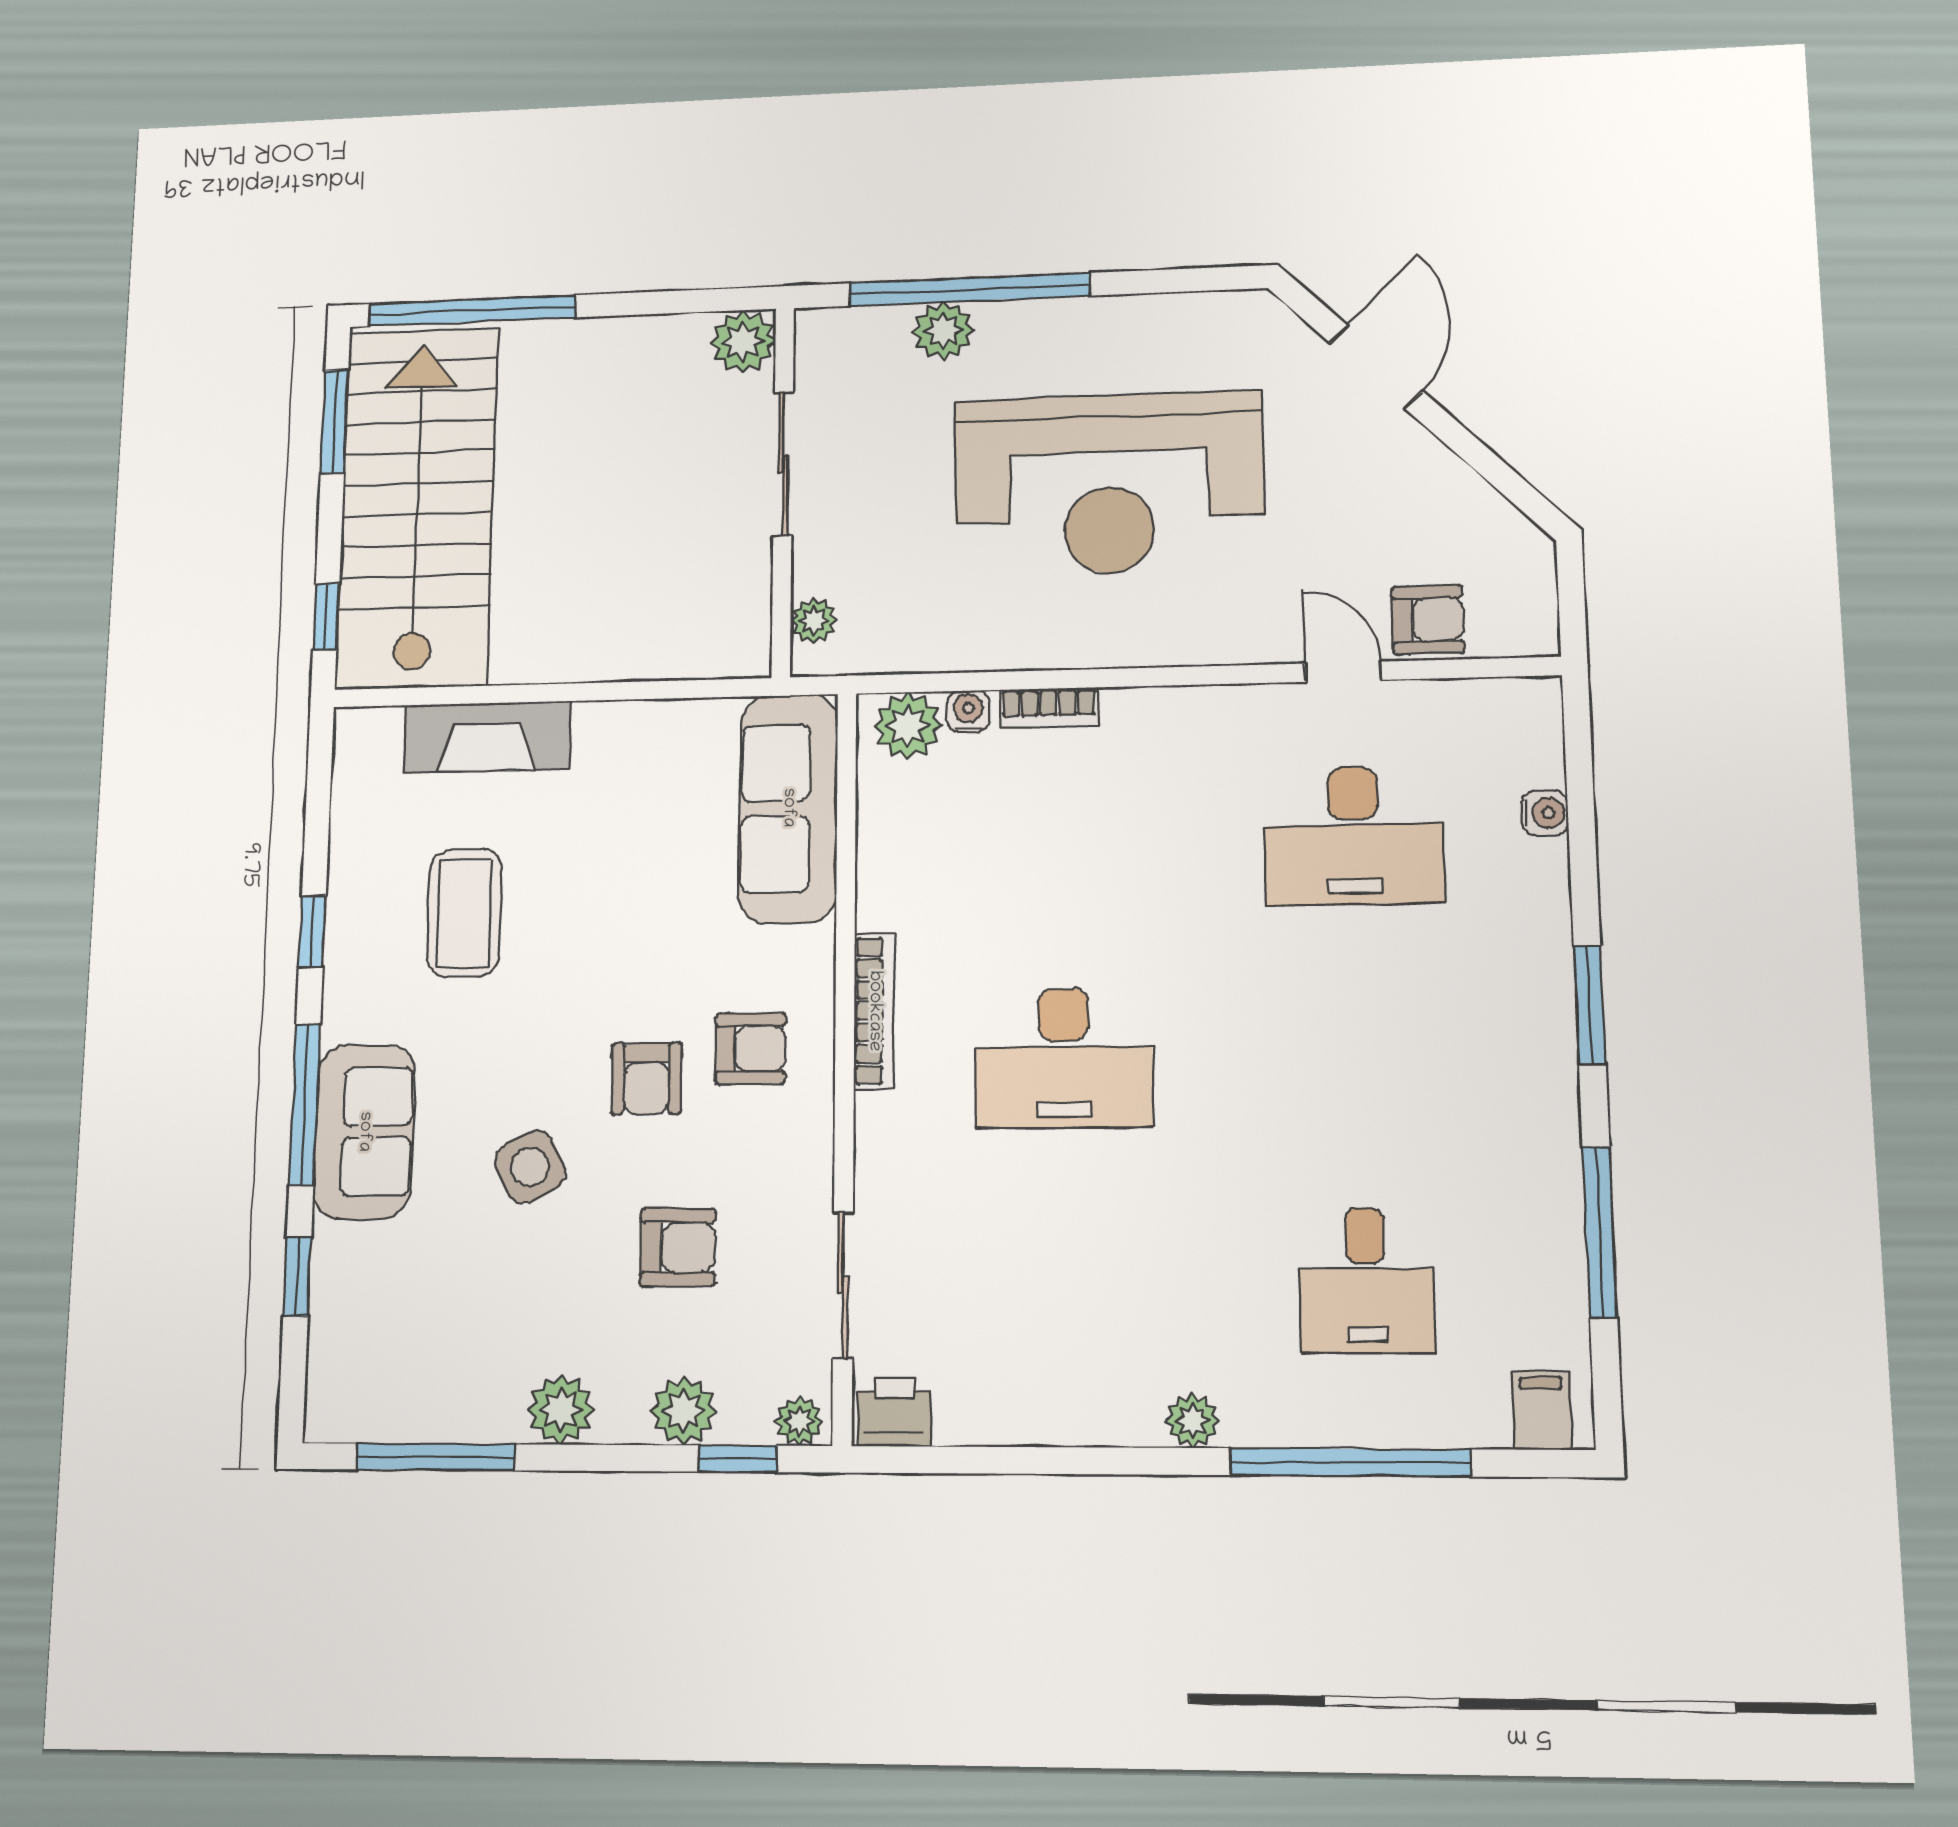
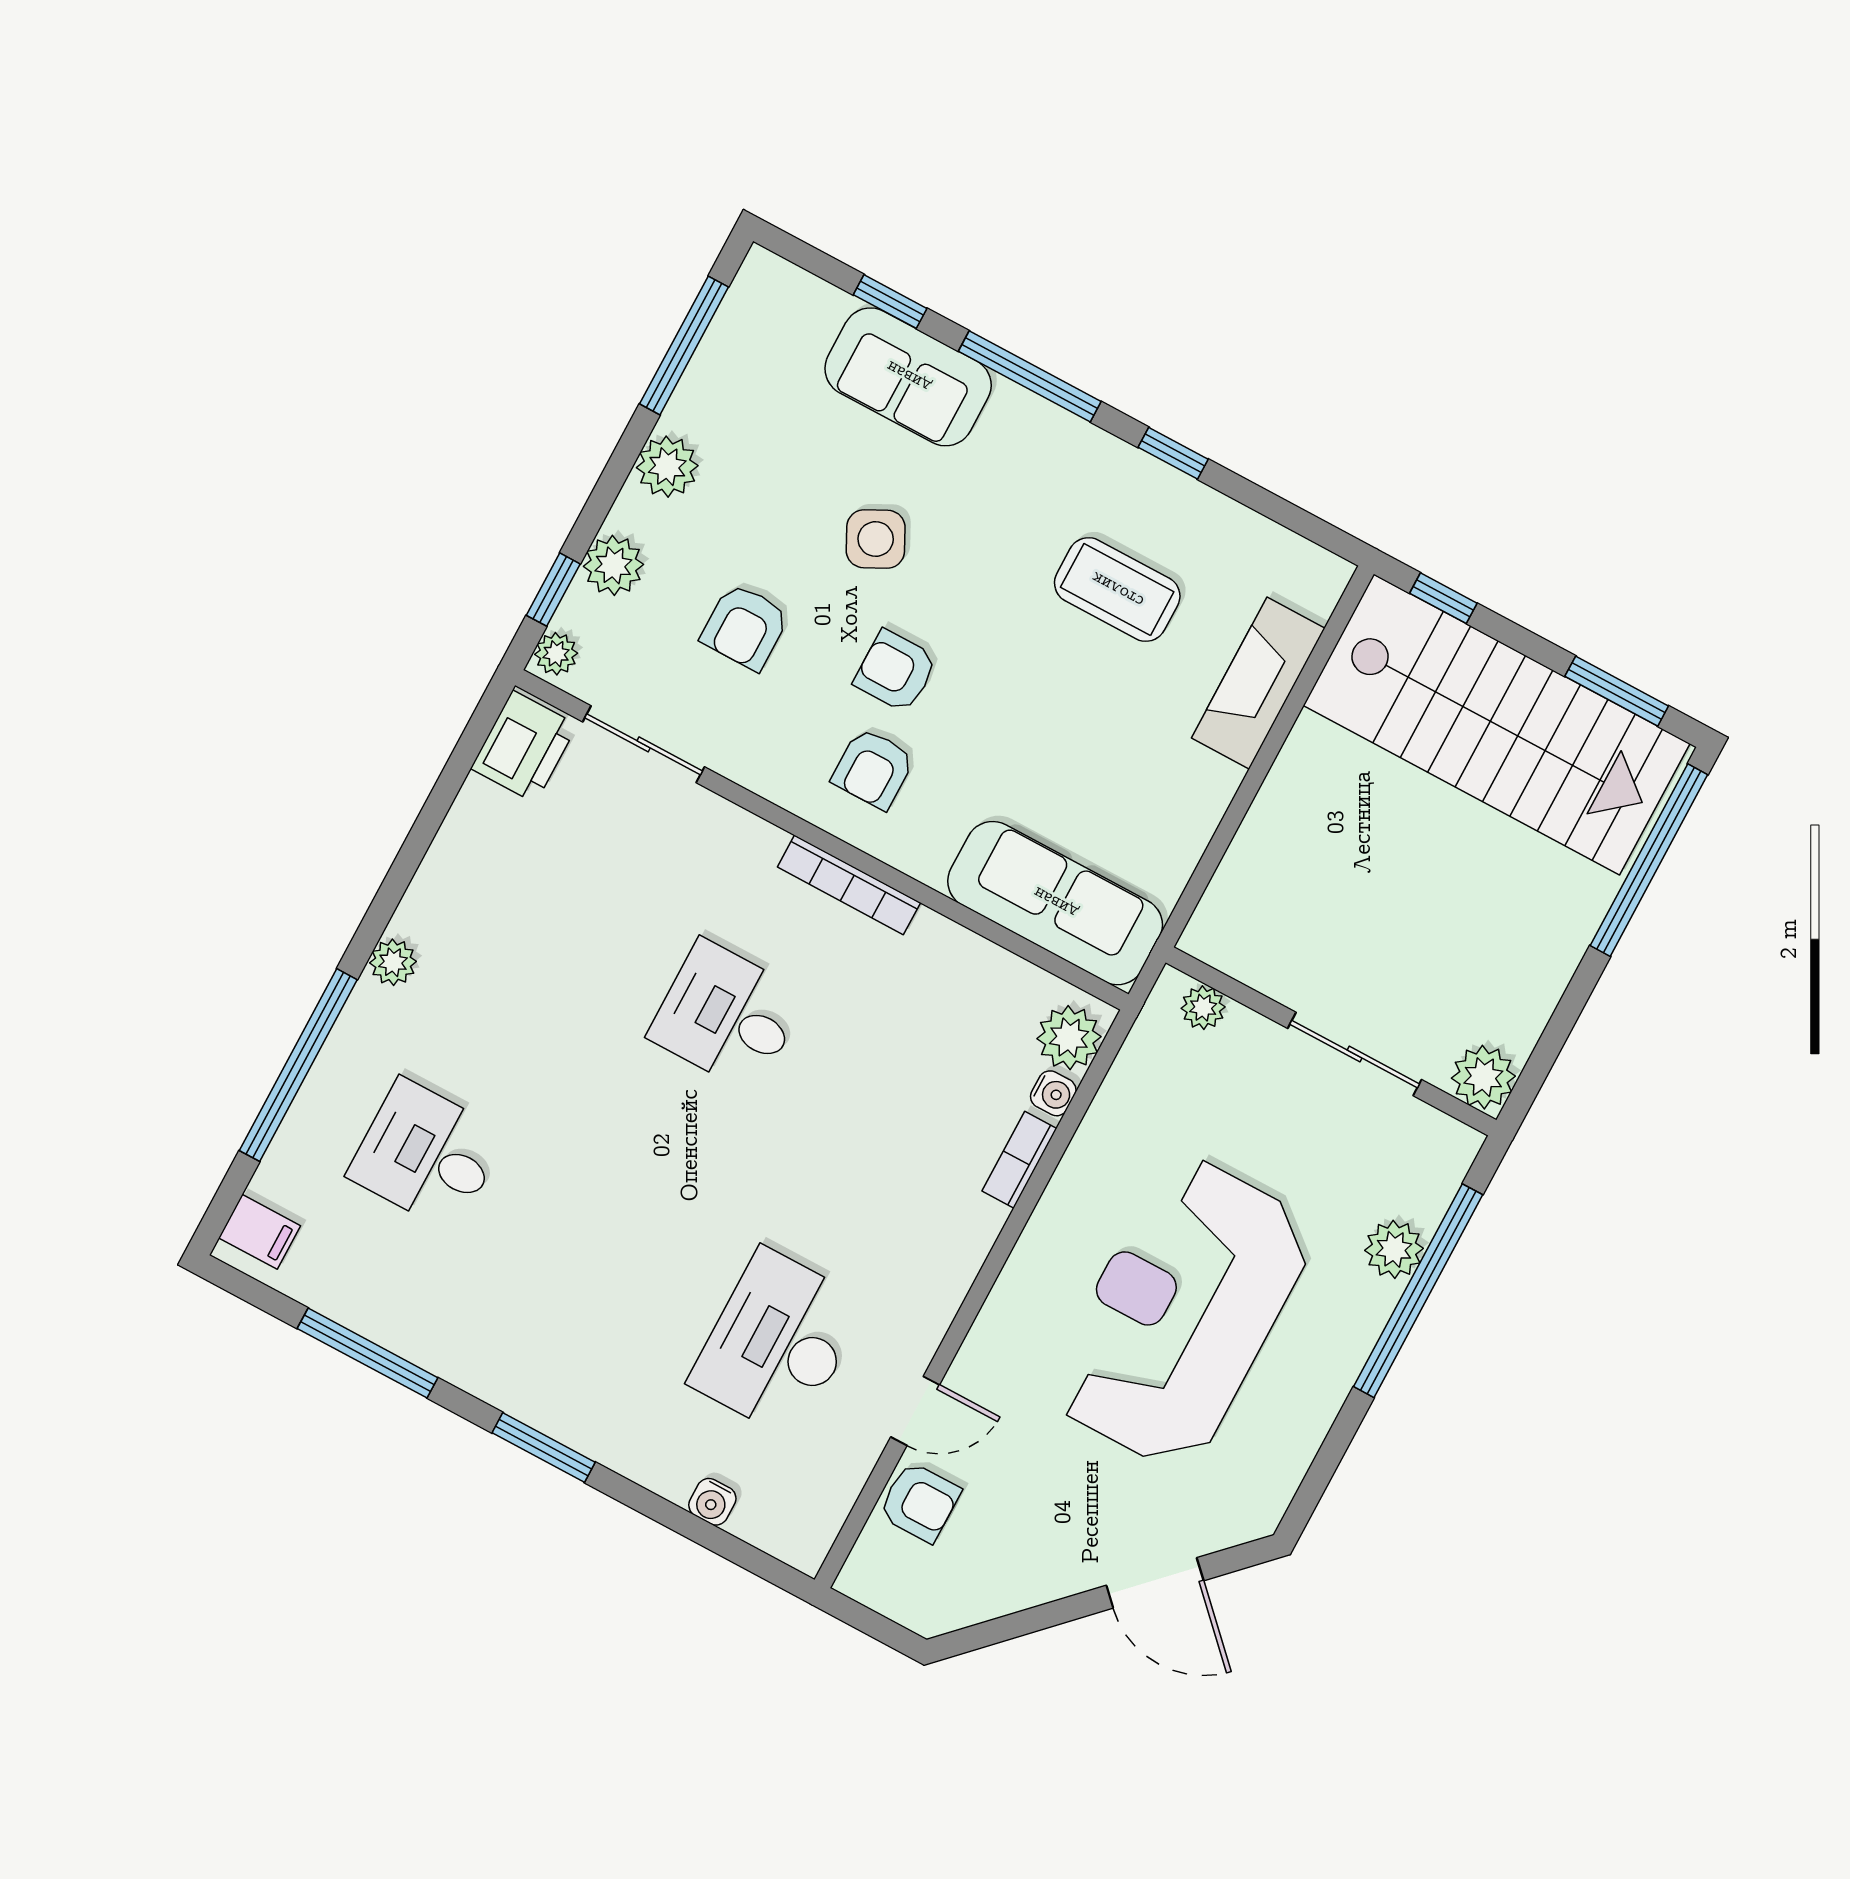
armchair: (1428, 620) -> (920, 1502), turned -90
desk: (1064, 1058) -> (727, 1016), width x0.73
sofa: (364, 1132) -> (908, 377), moved
printer: (894, 1412) -> (524, 747), width x1.36, depth x1.24

